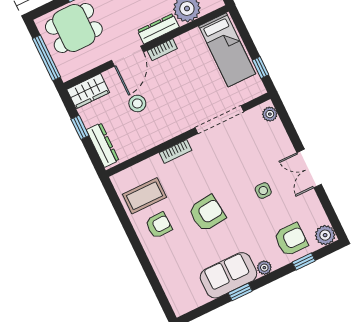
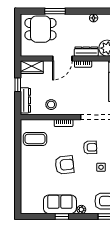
window: (47, 58) -> (18, 38), removed
stool: (137, 103) -> (51, 105), moved
armchair: (159, 225) -> (90, 147), moved

